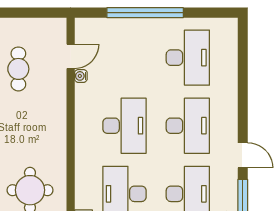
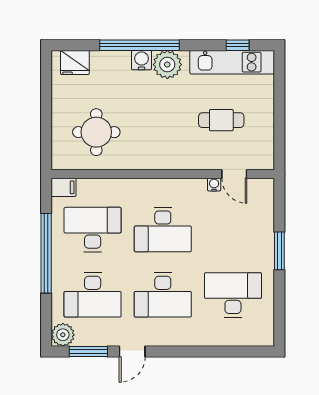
window: (145, 13) -> (279, 251), width x0.47
desk: (188, 58) -> (233, 295), turned 180

